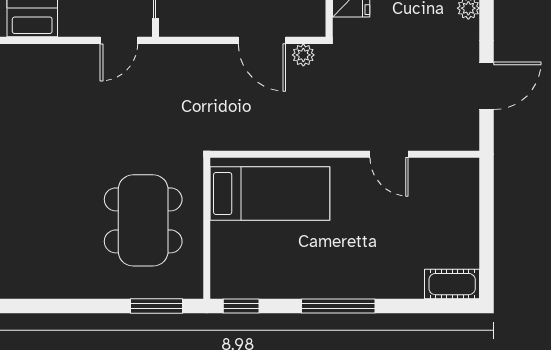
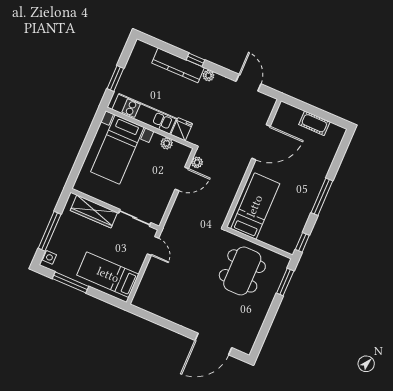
door: (389, 154) -> (261, 142), width x1.87
dining table: (143, 220) -> (242, 271), turned 90
cot: (452, 284) -> (314, 123), moved, turned 90

